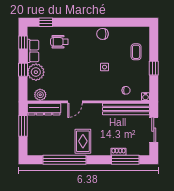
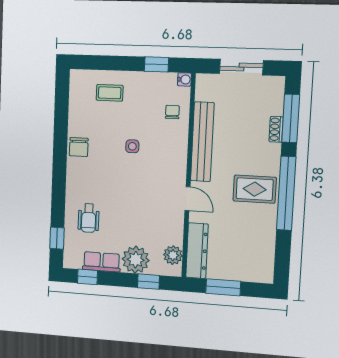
window: (154, 68) -> (156, 64), moved
window: (23, 70) -> (148, 282), moved
bench: (126, 109) -> (202, 142), moved
window: (65, 160) -> (286, 193), moved

